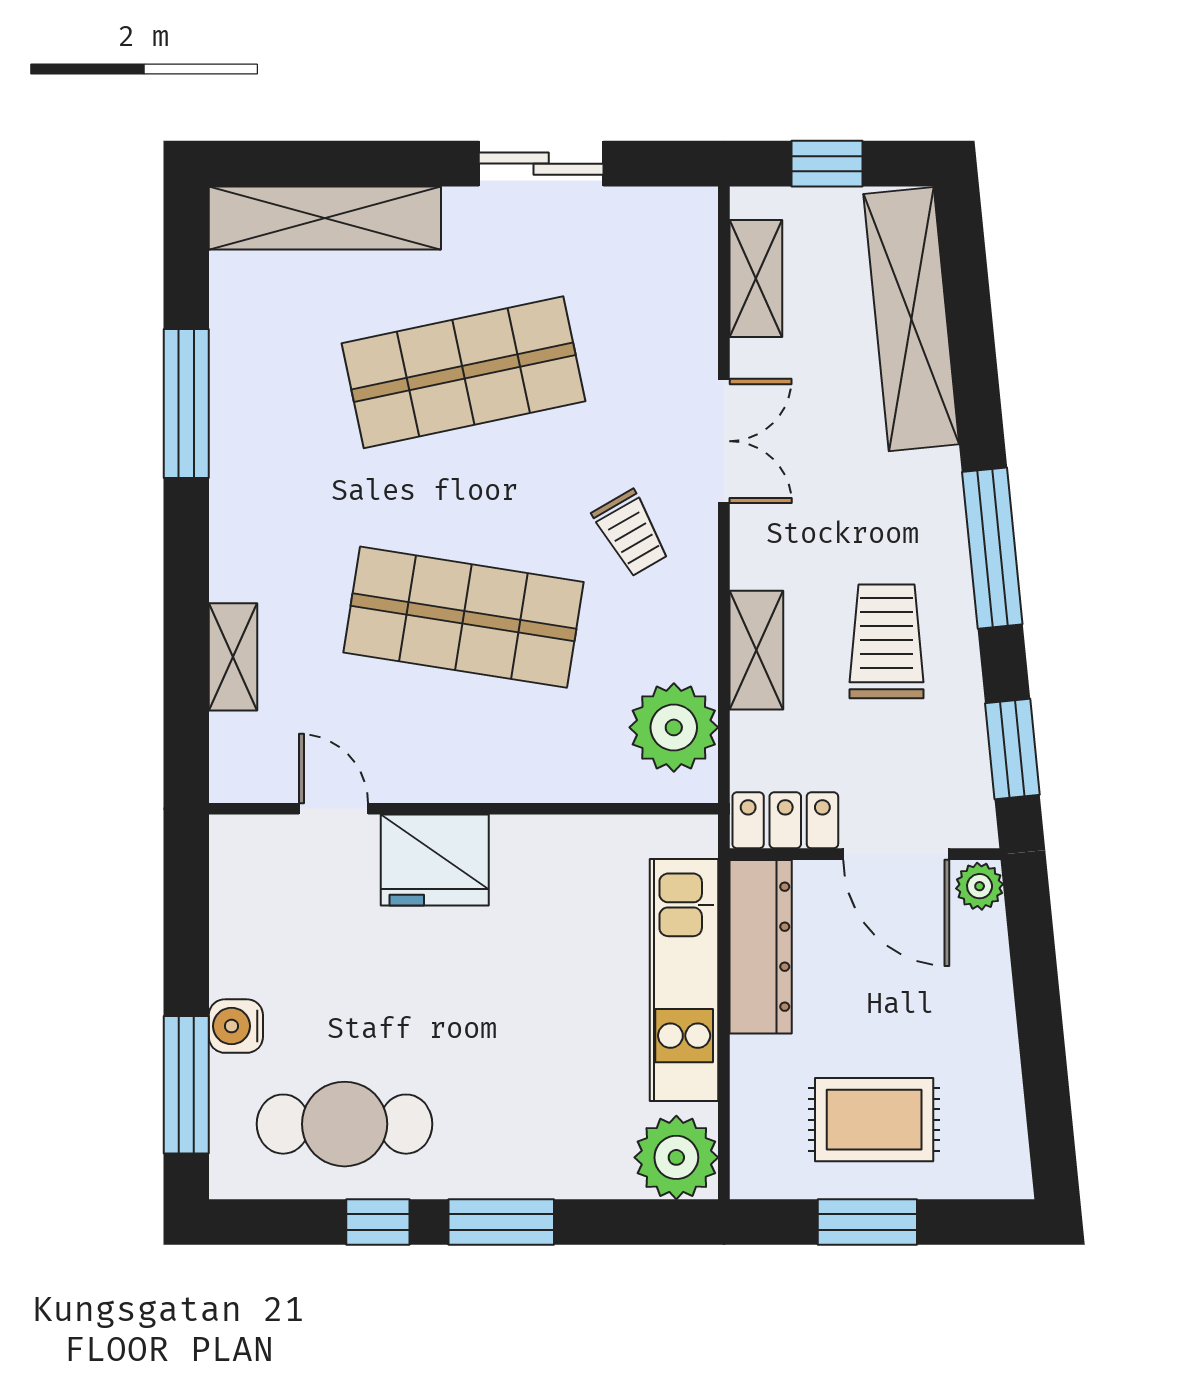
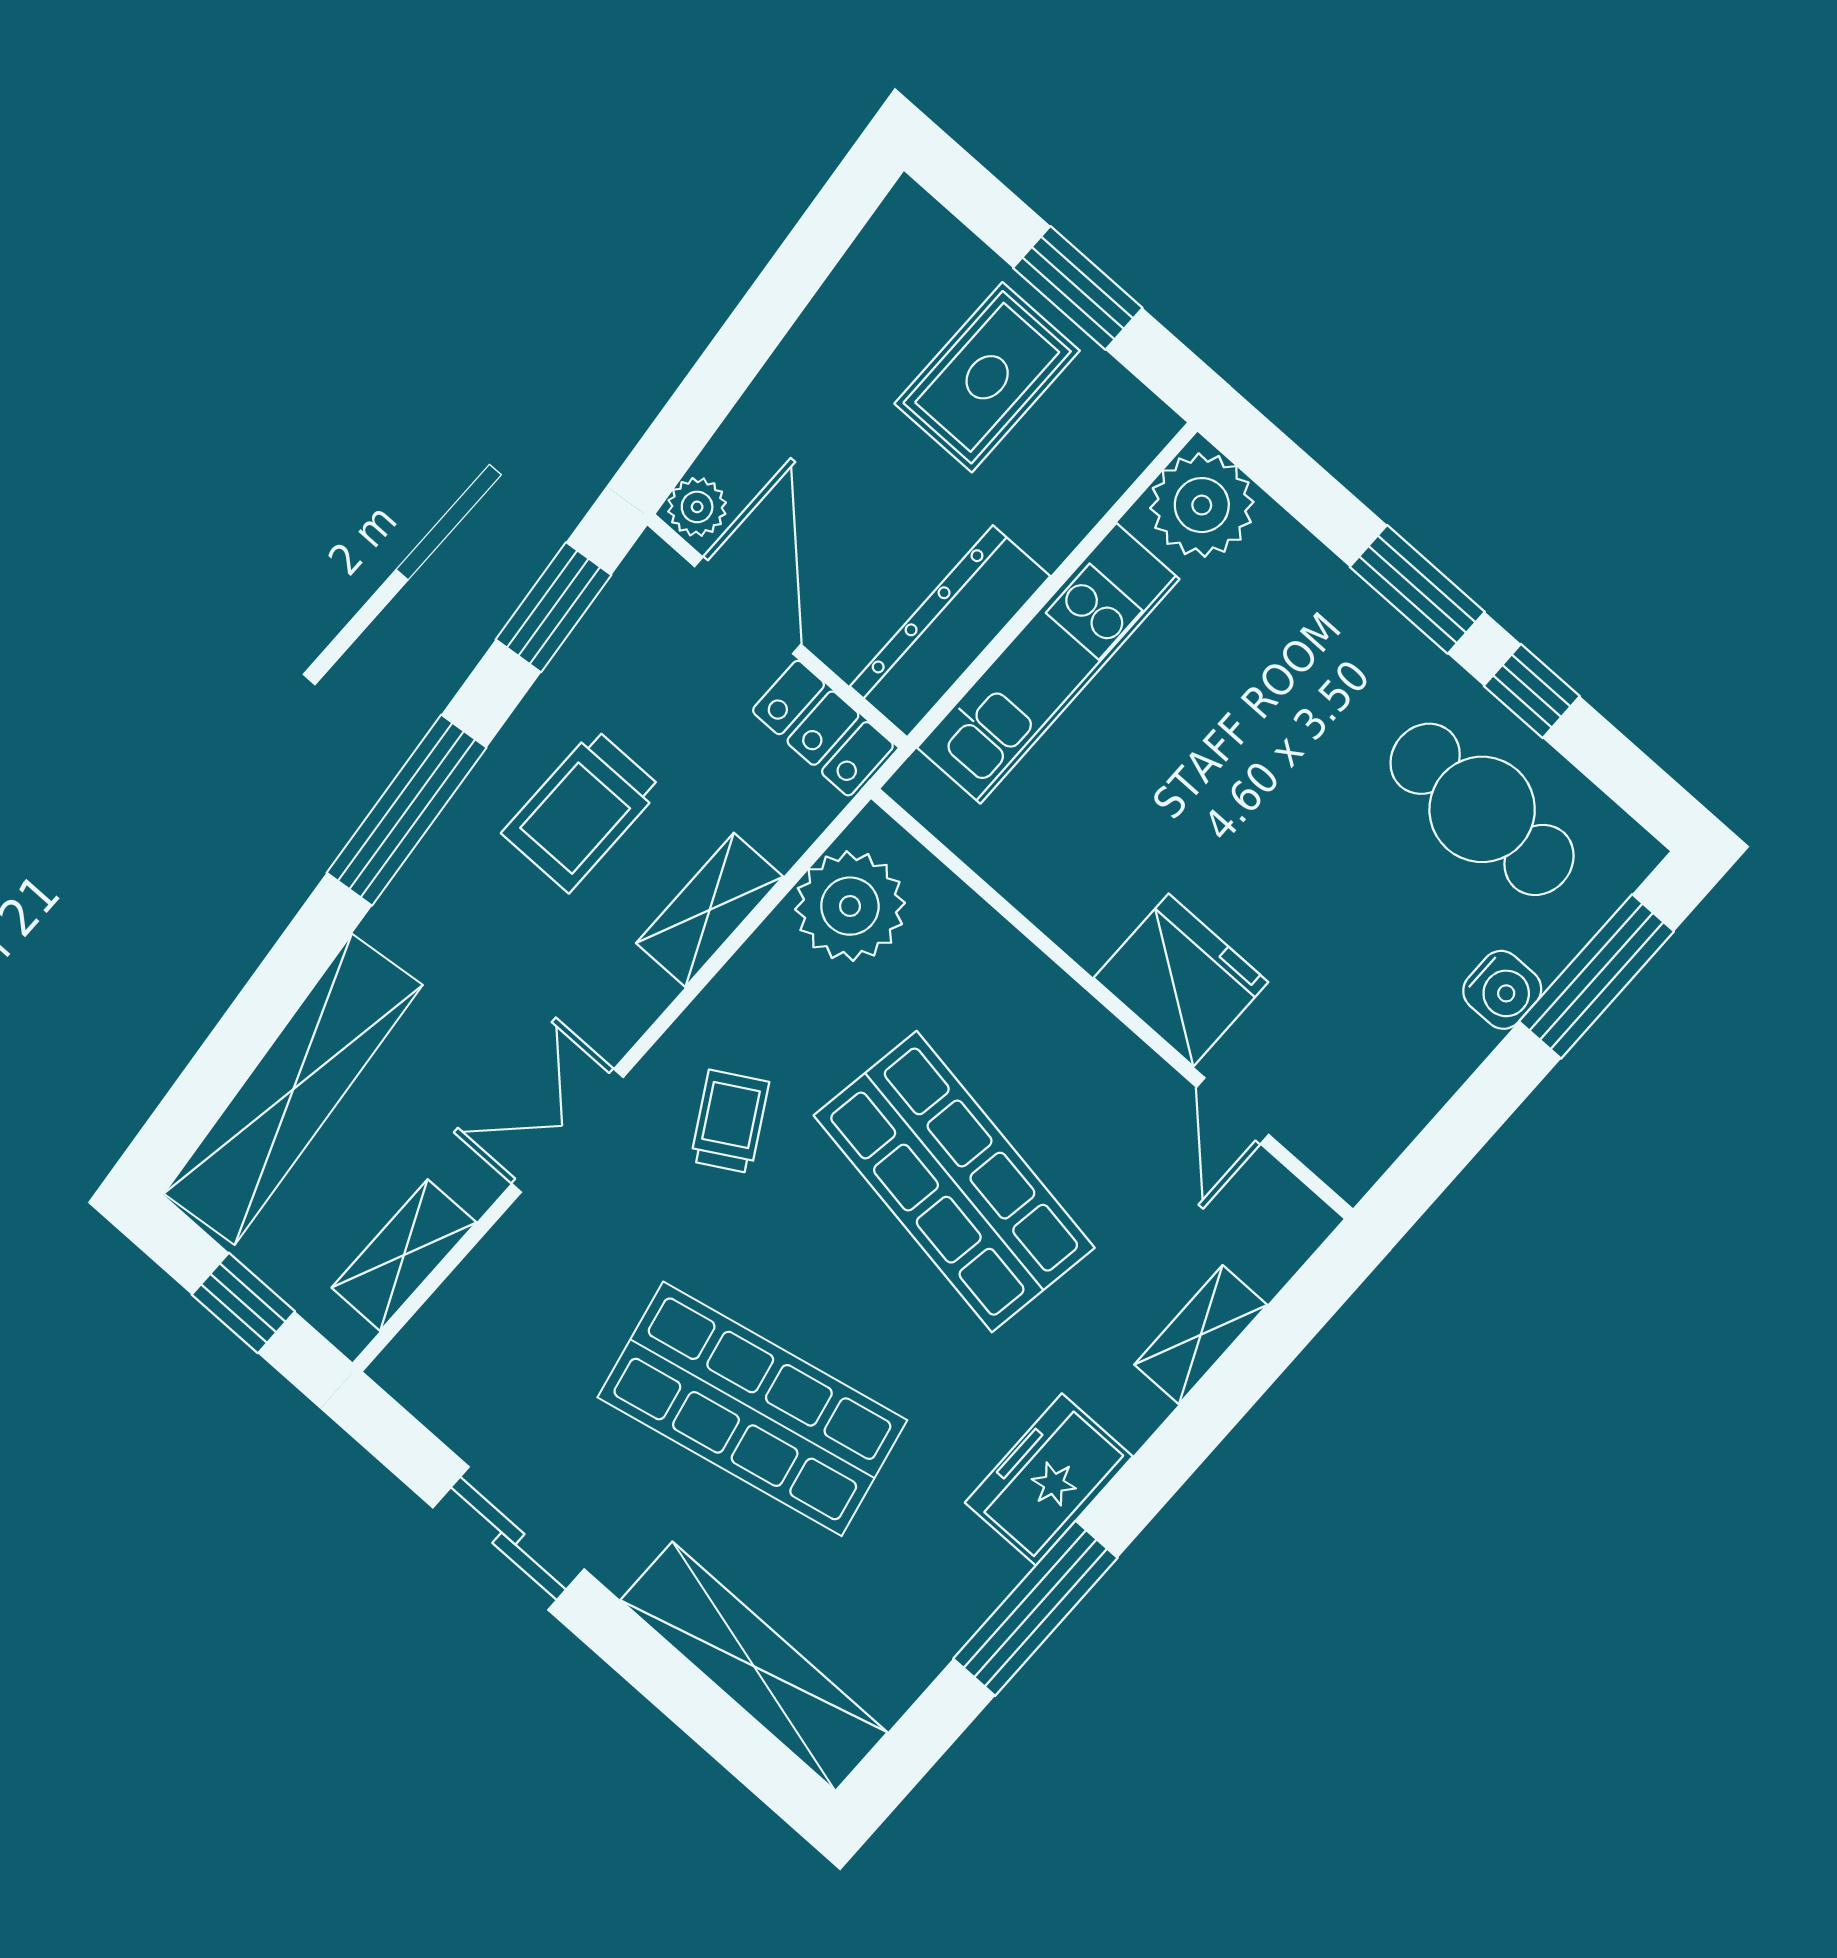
freezer: (247, 488) -> (1049, 1479), added
rug: (874, 1120) -> (987, 377), turned 90

